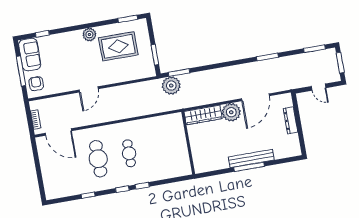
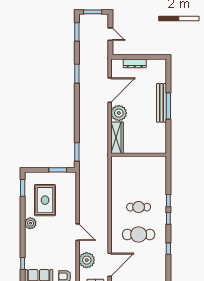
plant: (171, 86) -> (87, 260), moved
door: (319, 87) -> (110, 34), hinge flipped
door: (255, 97) -> (110, 90), hinge flipped

